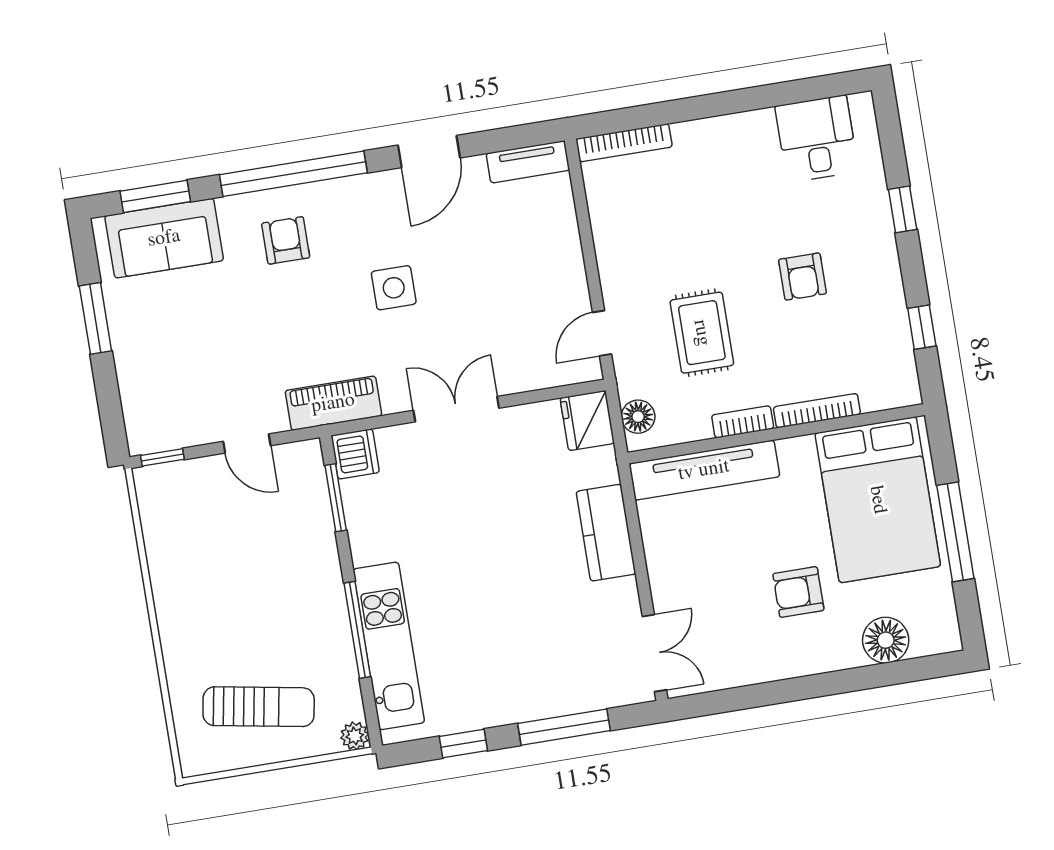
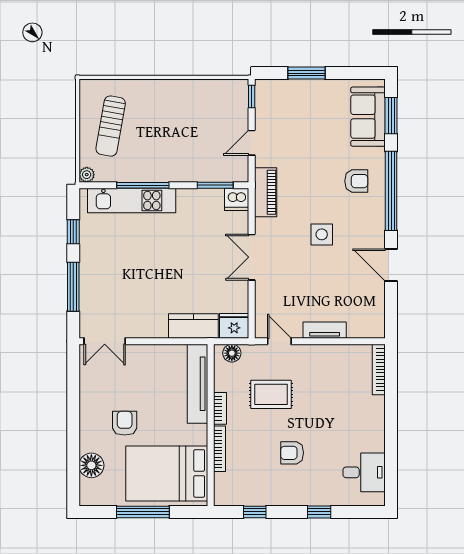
tv unit: (528, 162) -> (325, 330), moved, turned 90
window: (95, 318) -> (307, 73), moved
double door: (456, 409) -> (252, 257), swing flipped
kitchen counter: (606, 533) -> (193, 326), moved

